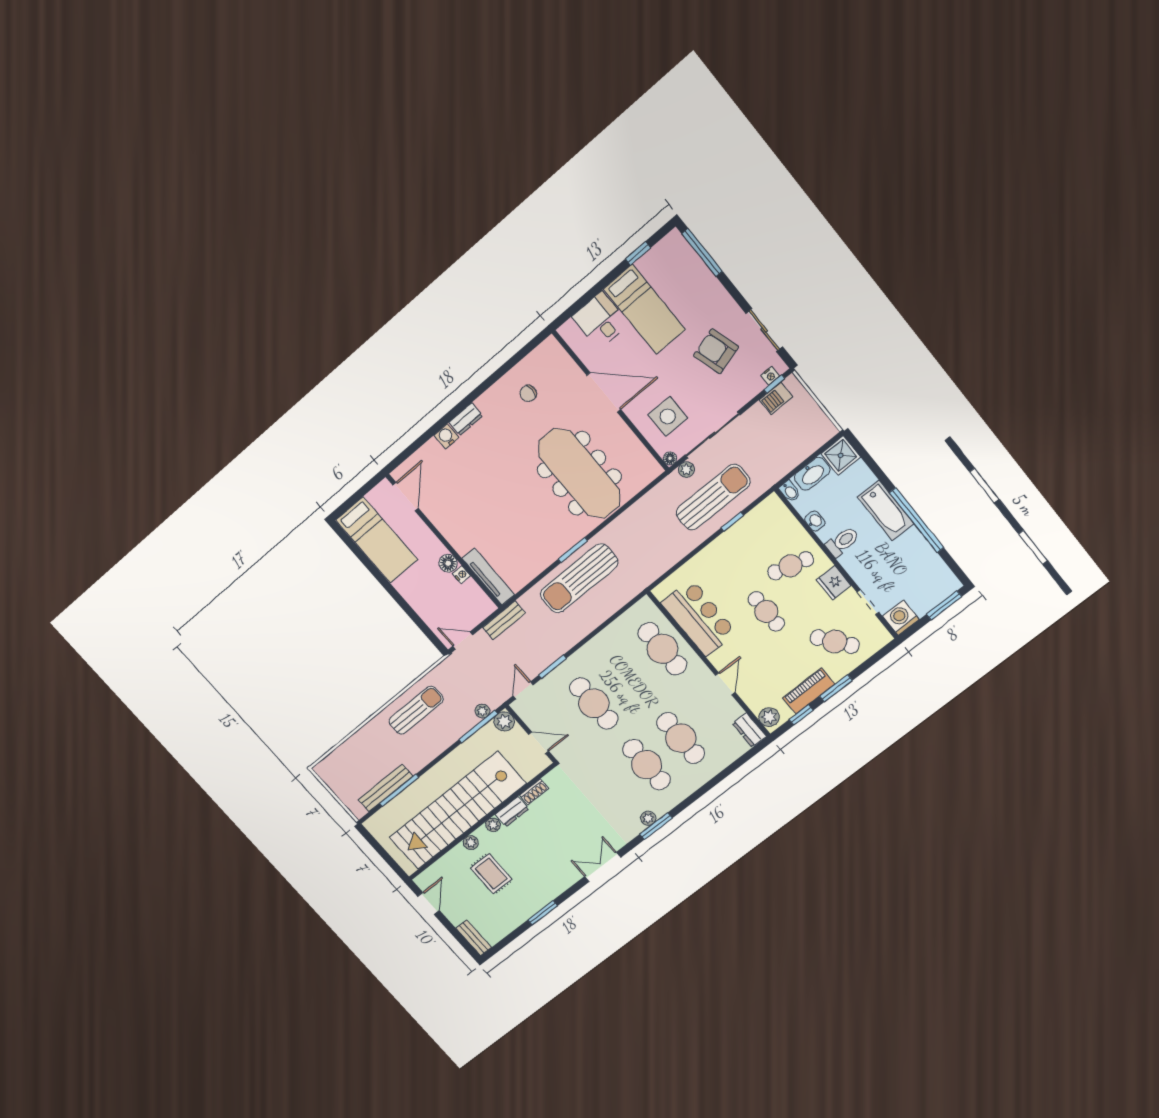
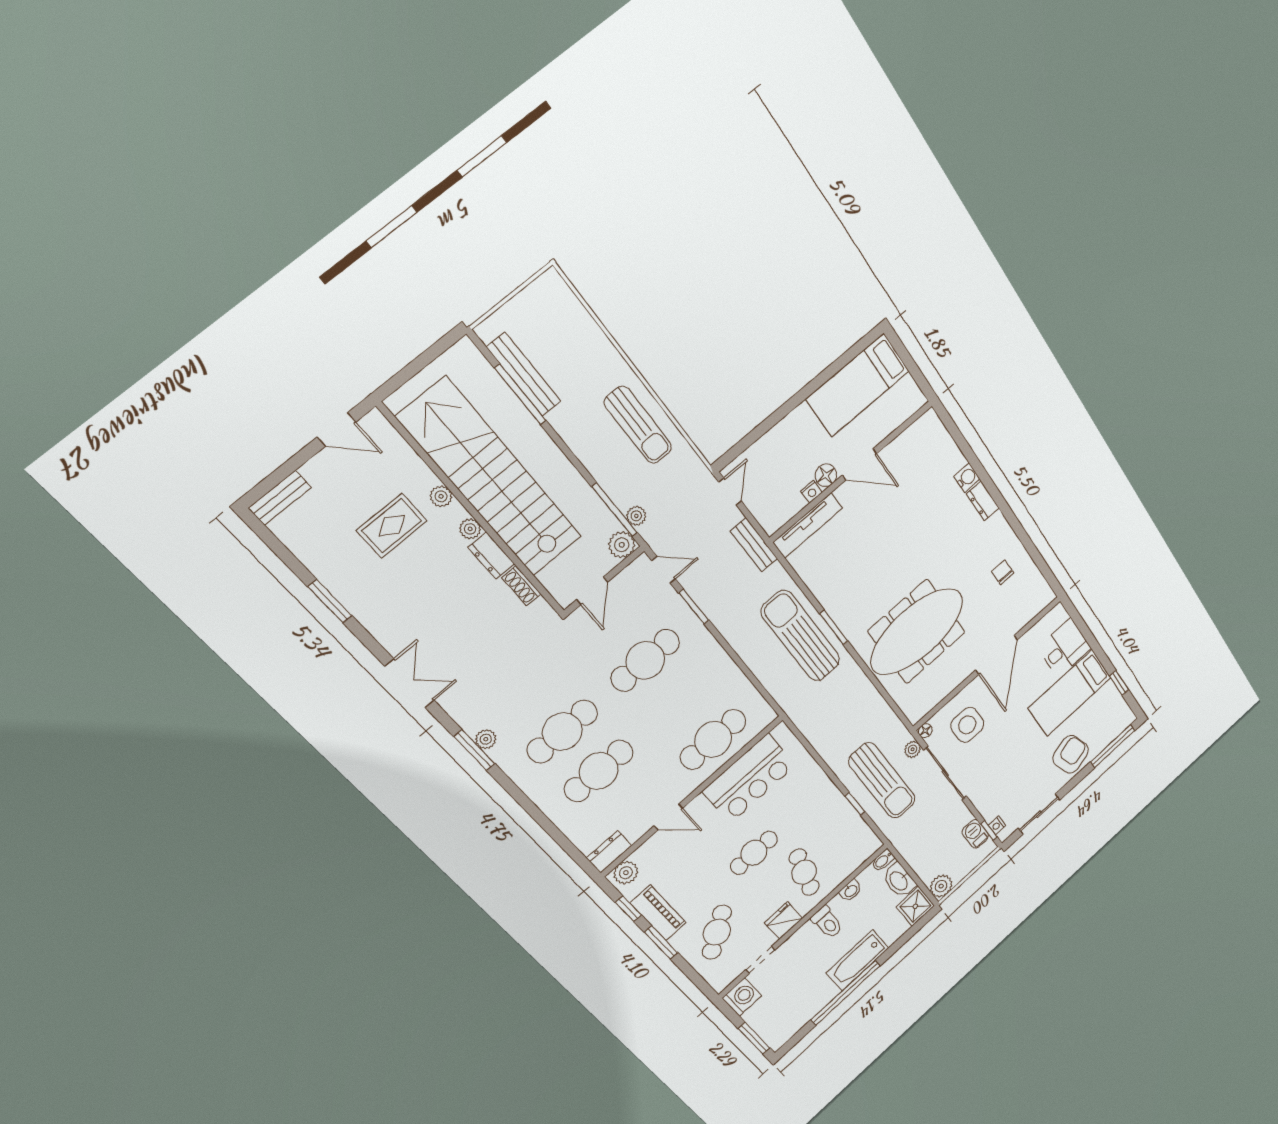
armchair: (716, 351) -> (1071, 754), moved
plant: (824, 430) -> (941, 886), added
door: (405, 497) -> (859, 464), moved

